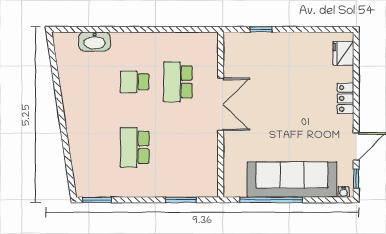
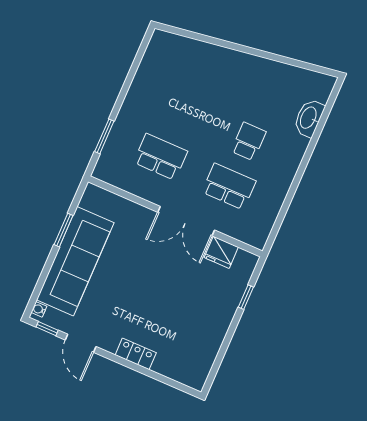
fridge: (343, 53) -> (221, 252), moved, turned 180
school desk: (135, 147) -> (161, 157), moved
window: (97, 200) -> (142, 49), removed
window: (271, 200) -> (64, 230), width x0.47

